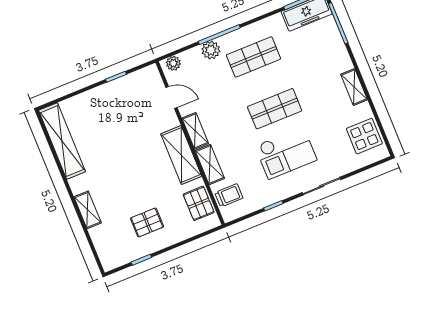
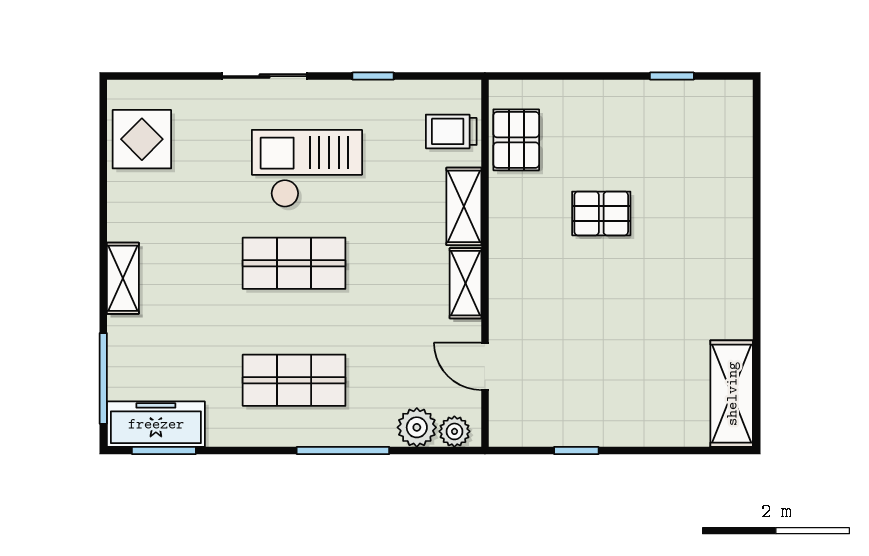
plant: (211, 50) -> (417, 427), moved
shelving: (354, 87) -> (123, 278), moved
shelving: (62, 141) -> (732, 394), width x0.68
shelving: (181, 155) -> (512, 247), removed
shelving: (88, 210) -> (737, 215), removed
pallet: (147, 222) -> (601, 213), moved

